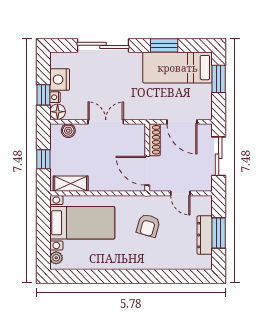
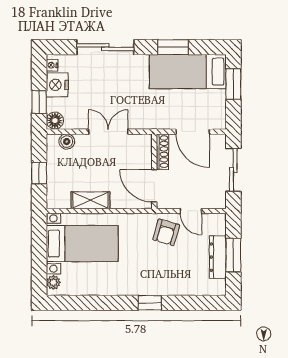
nightstand: (55, 97) -> (52, 65), moved
shelving: (71, 184) -> (90, 200), moved
armchair: (148, 226) -> (166, 232), moved
window: (143, 276) -> (150, 303), added

